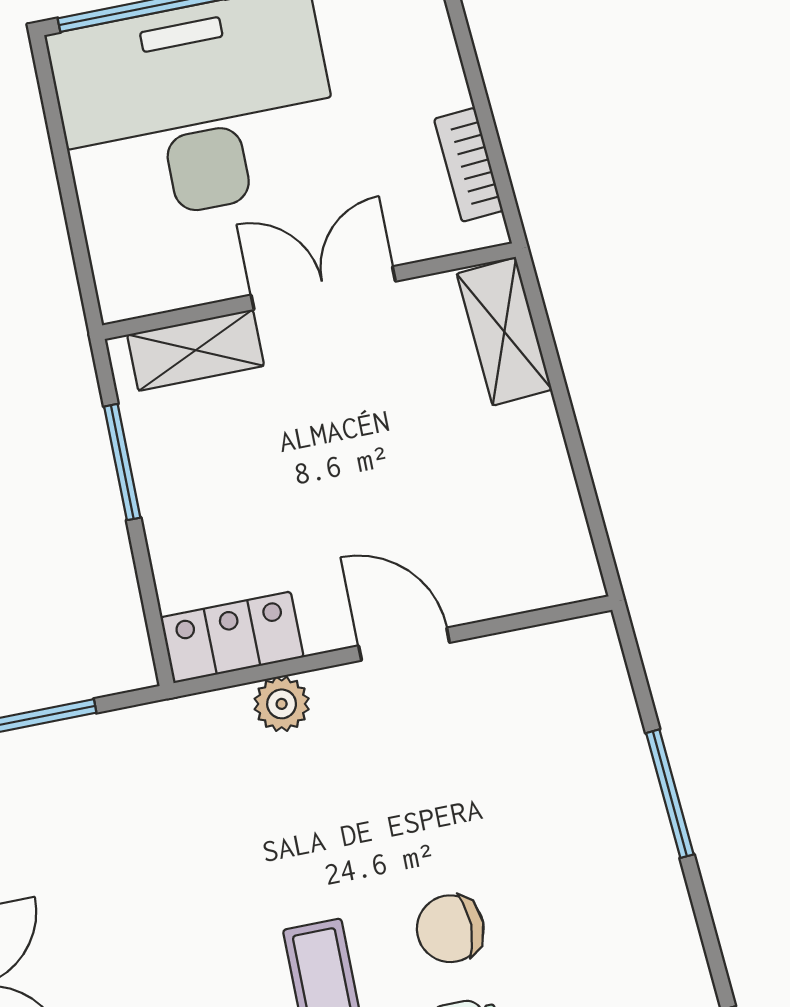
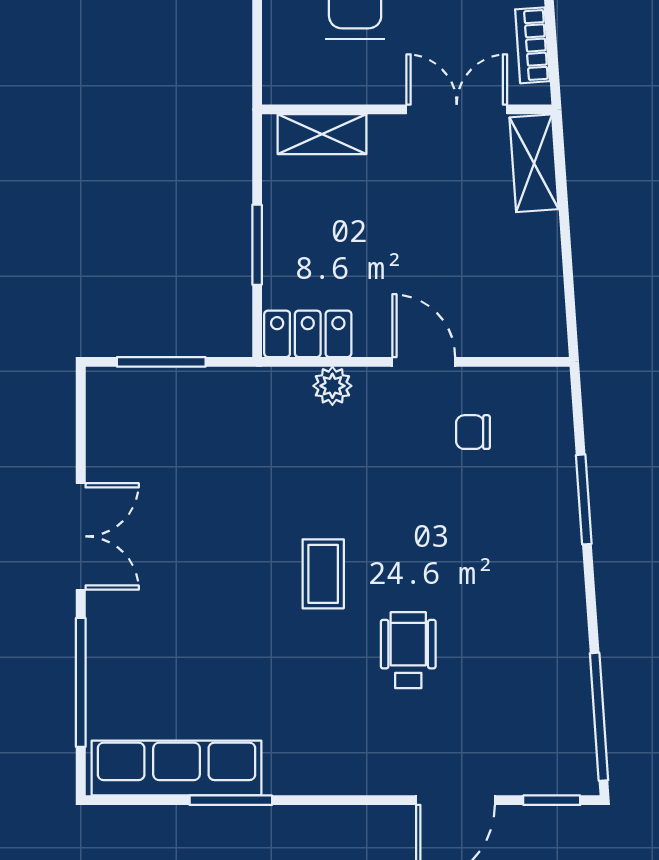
double door: (323, 288) -> (457, 109), moved
window: (122, 462) -> (257, 245), moved
chair: (450, 929) -> (473, 432), moved, width x0.73, depth x0.73

